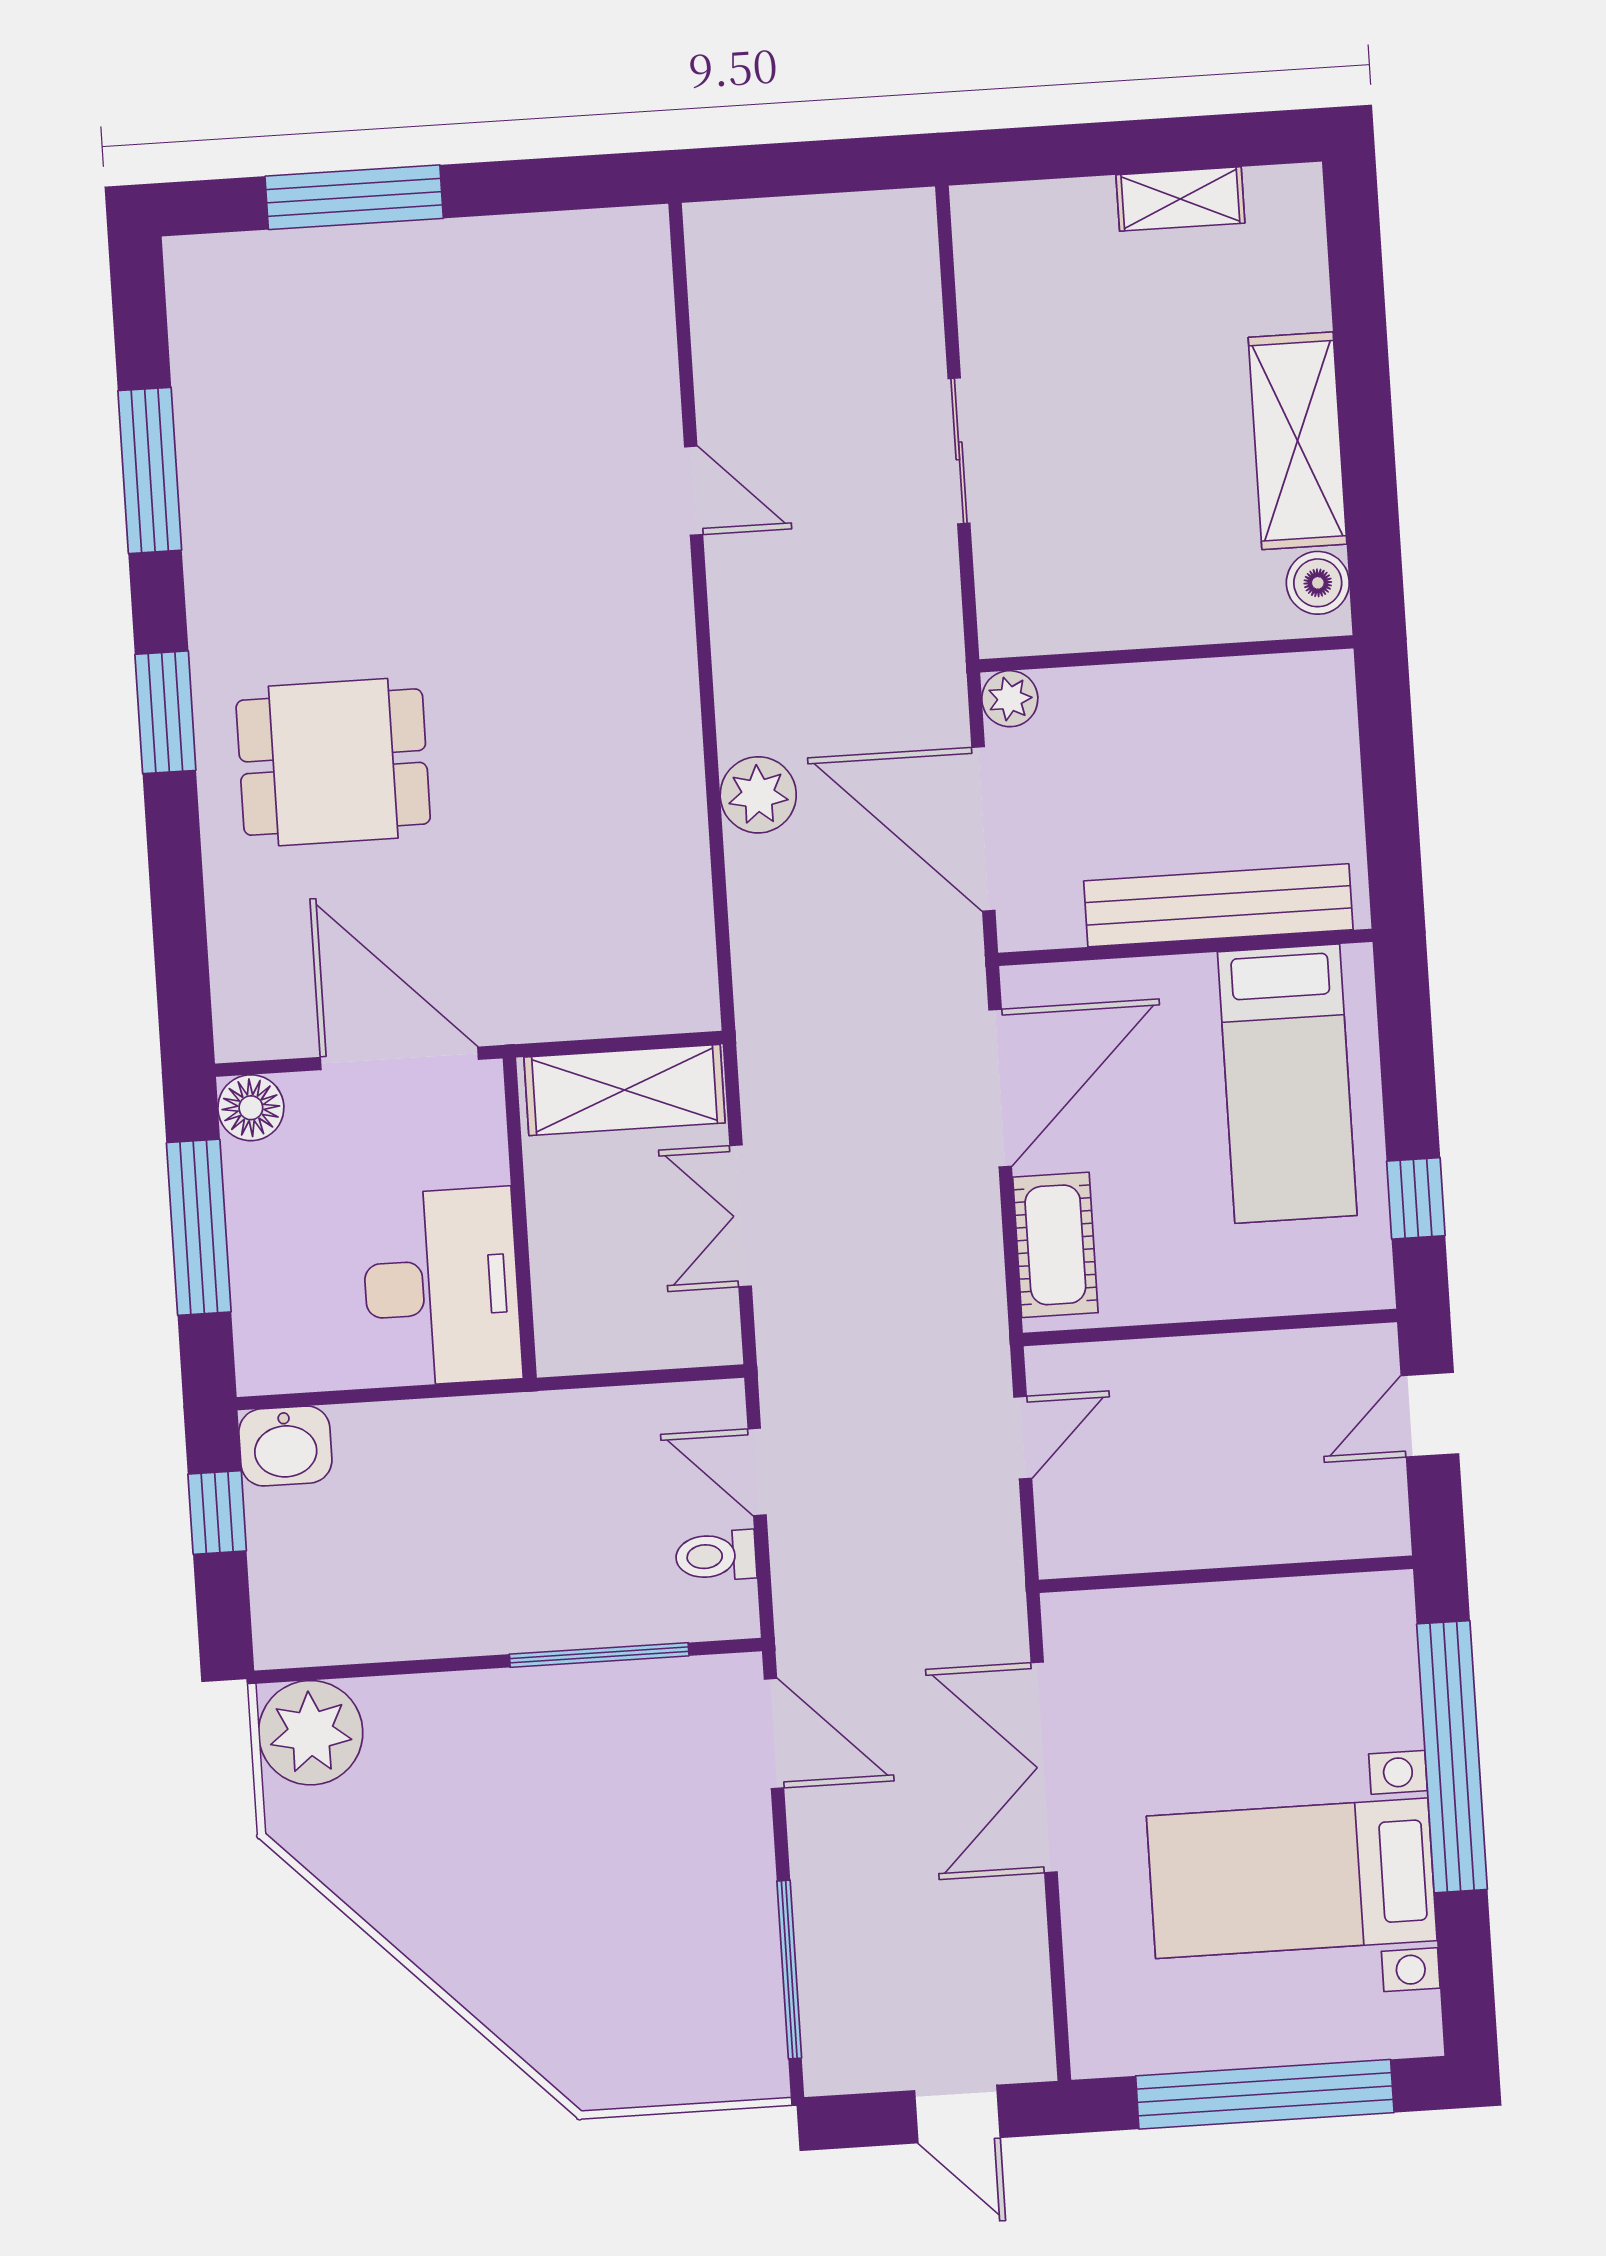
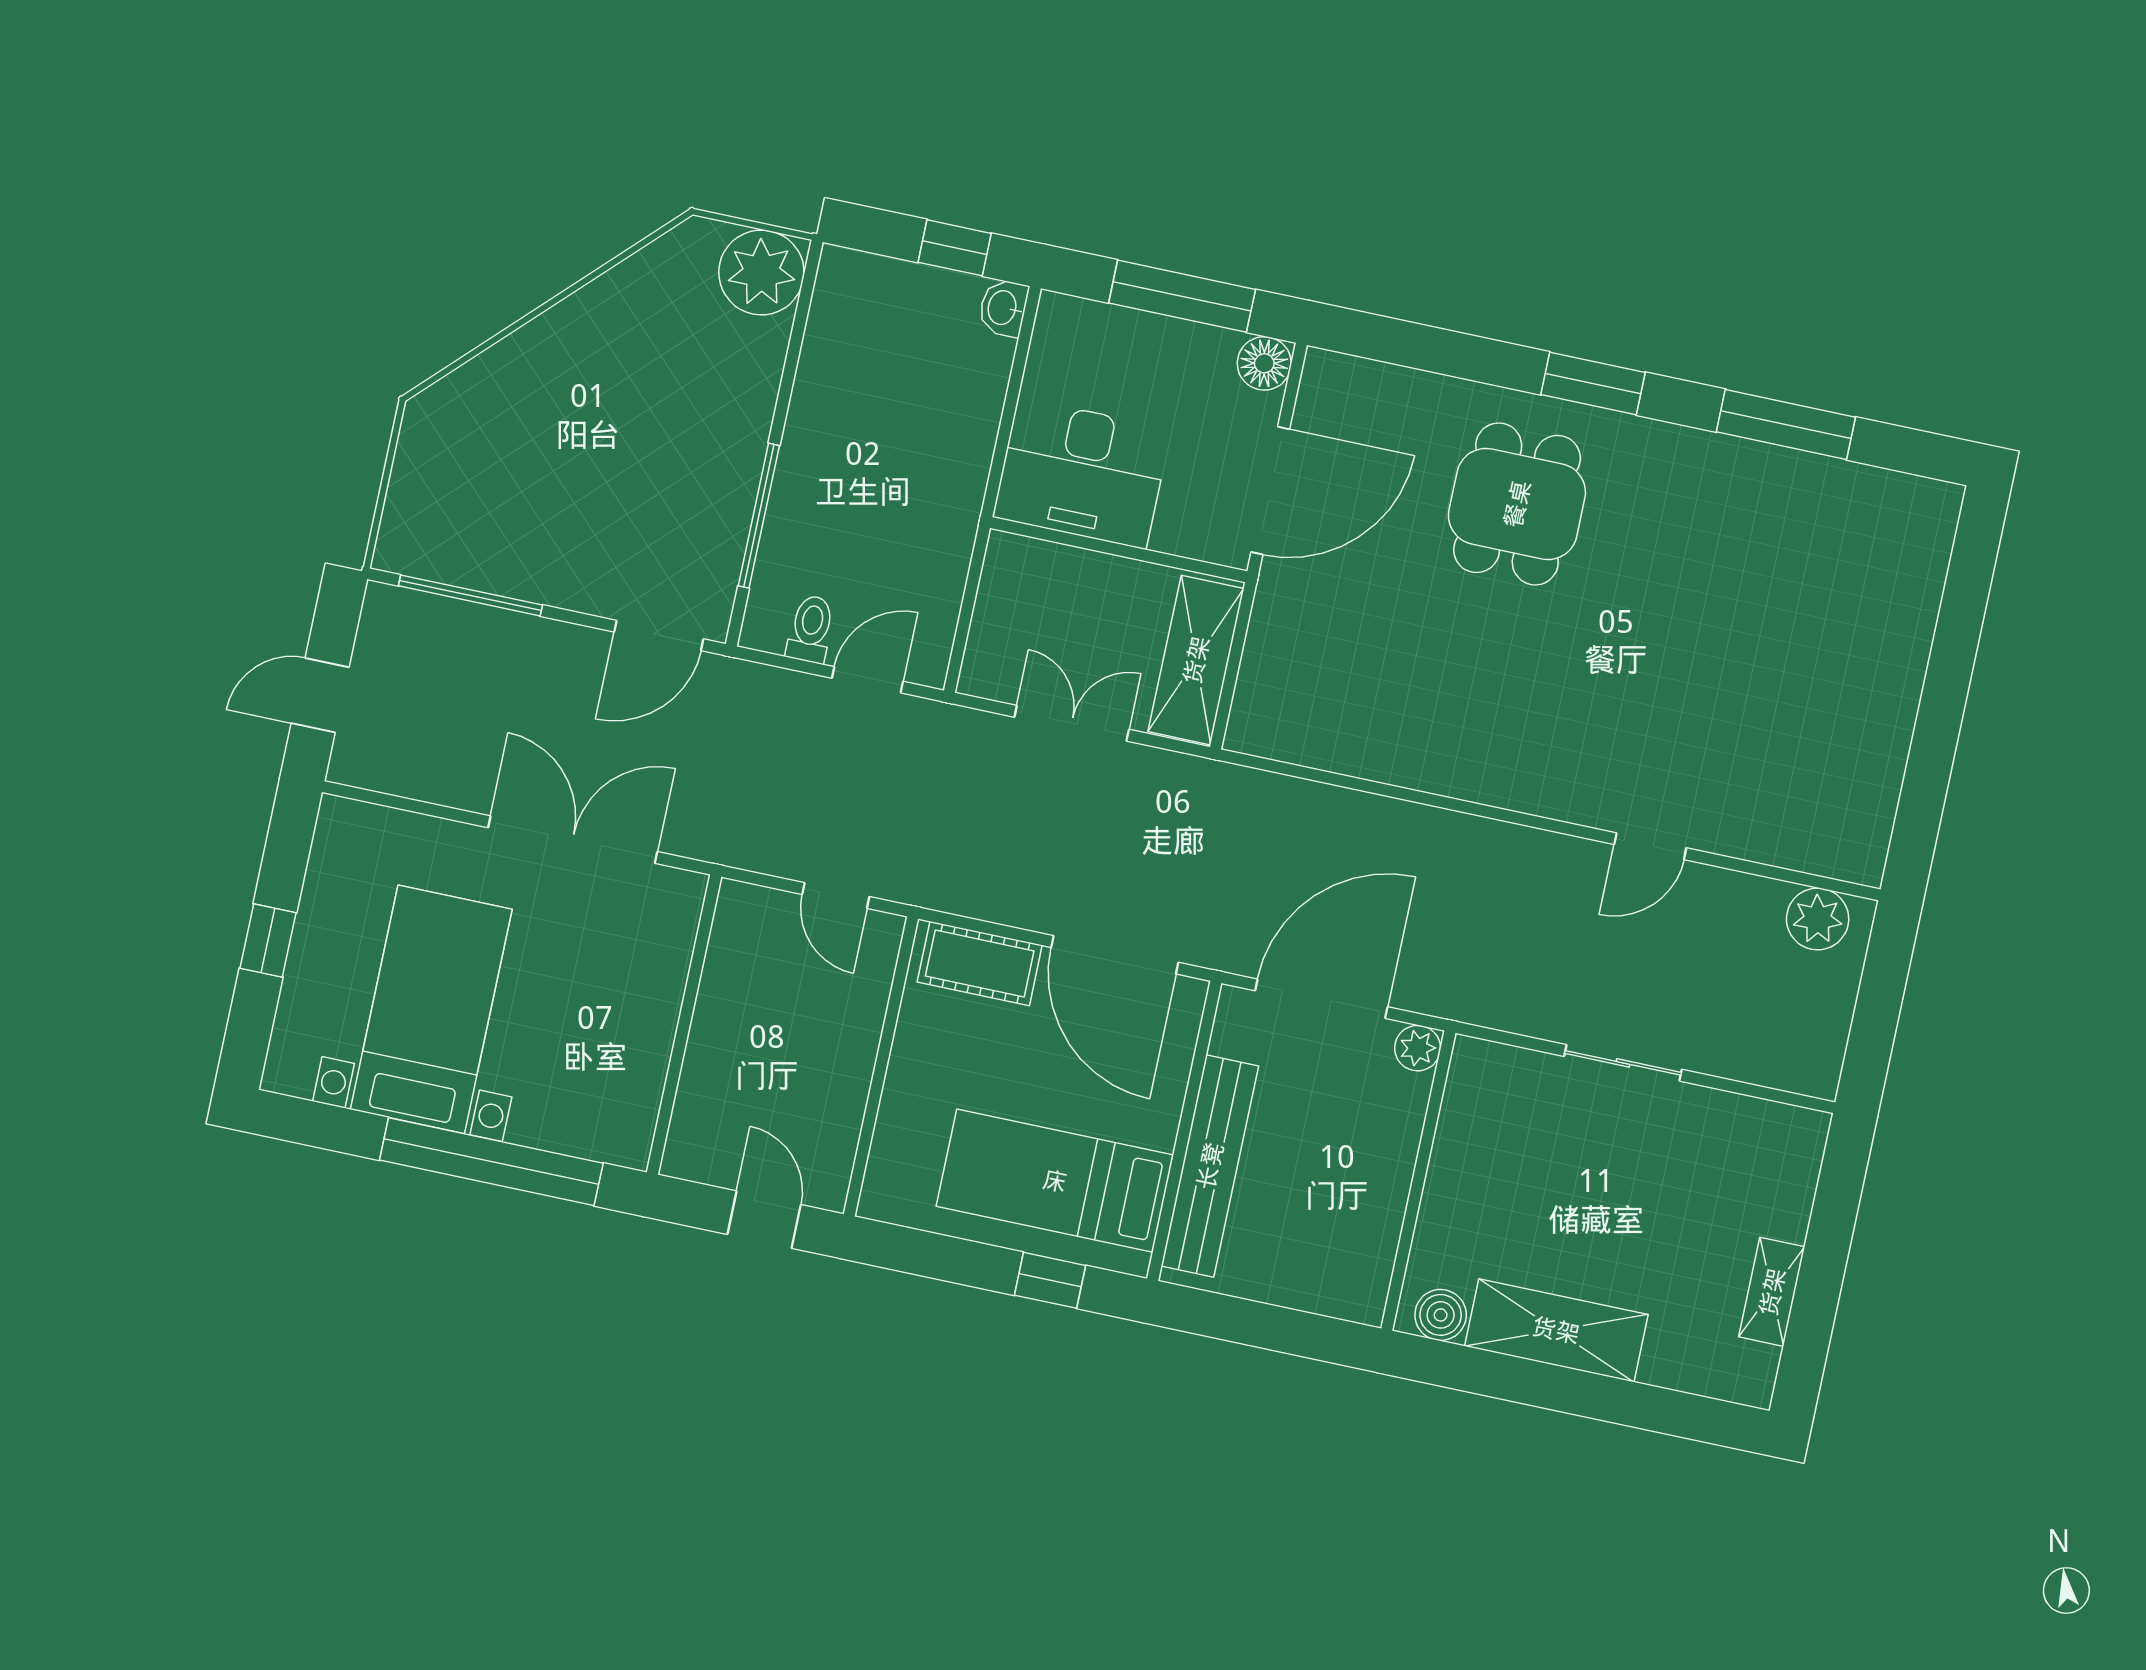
window: (354, 197) -> (1955, 645), removed
plant: (758, 795) -> (1818, 919), moved
window: (1416, 1198) -> (1050, 1280), moved
washbasin: (285, 1446) -> (1003, 308), width x0.72, depth x0.69
window: (1265, 2094) -> (268, 941), width x0.32

